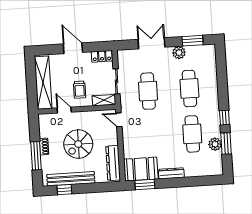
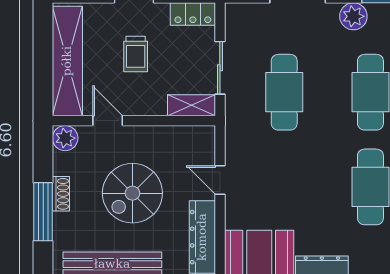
trolley: (80, 90) -> (136, 54), moved
plant: (44, 120) -> (65, 138), added
door: (119, 120) -> (220, 180), moved

